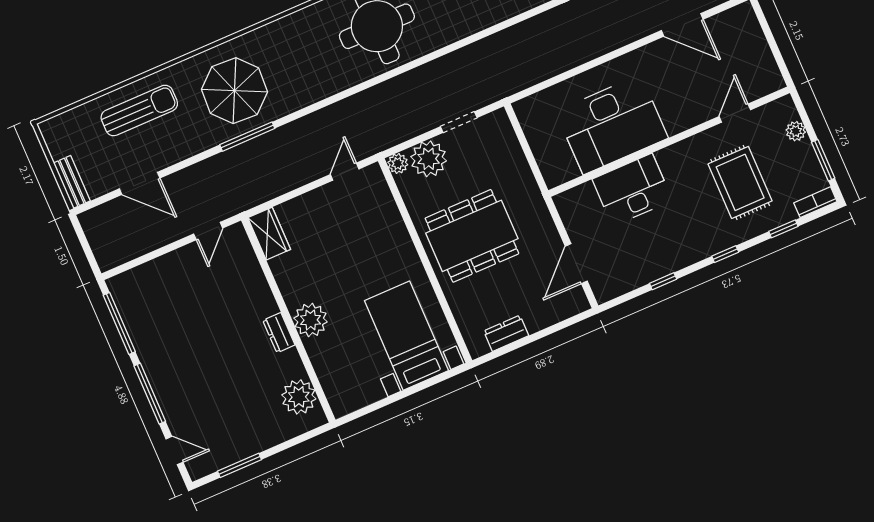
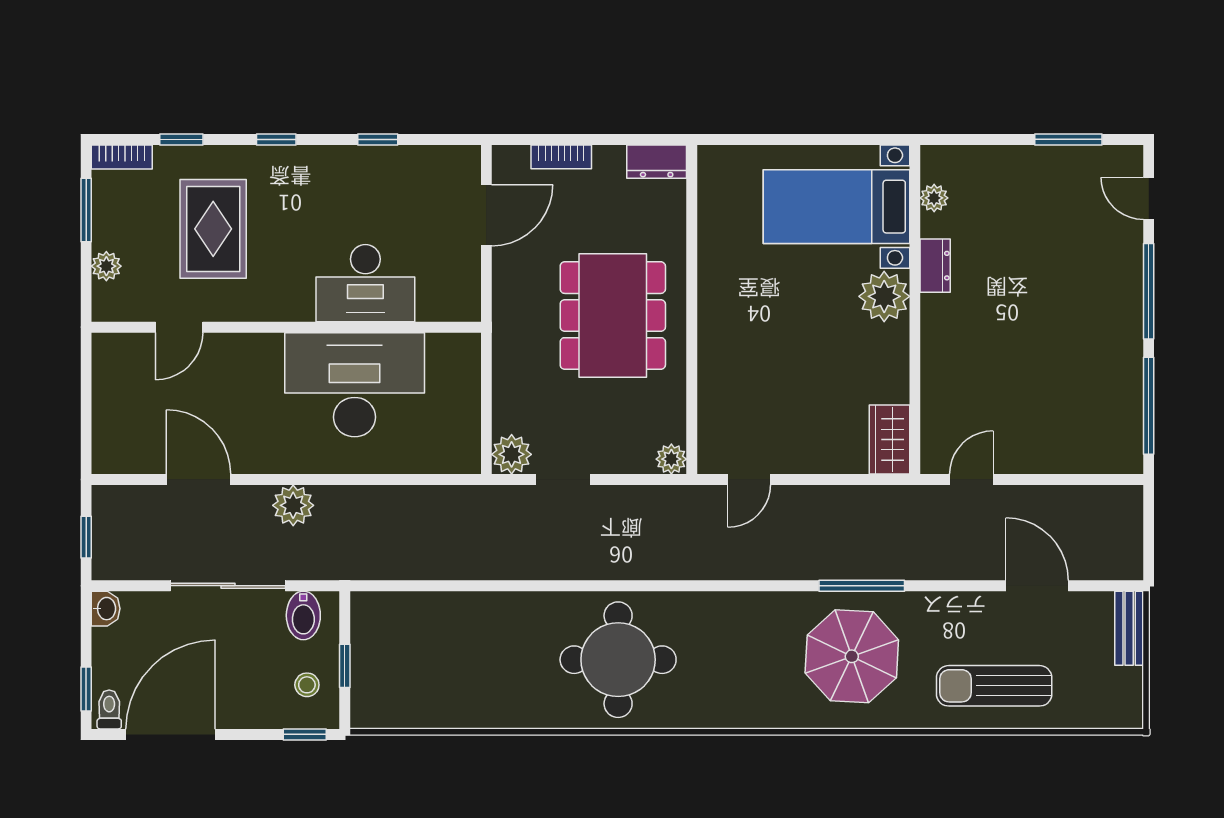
plant: (617, 34) -> (293, 505), added
plant: (429, 159) -> (512, 454), moved, width x0.73, depth x0.73
dining table: (472, 236) -> (613, 316), turned 90
bookcase: (546, 319) -> (561, 157), added
dresser: (279, 333) -> (935, 266), moved
dresser: (506, 333) -> (657, 162), moved
bed with nightstands: (406, 336) -> (836, 207), moved, turned 90
plant: (299, 397) -> (934, 198), width x0.53, depth x0.53

